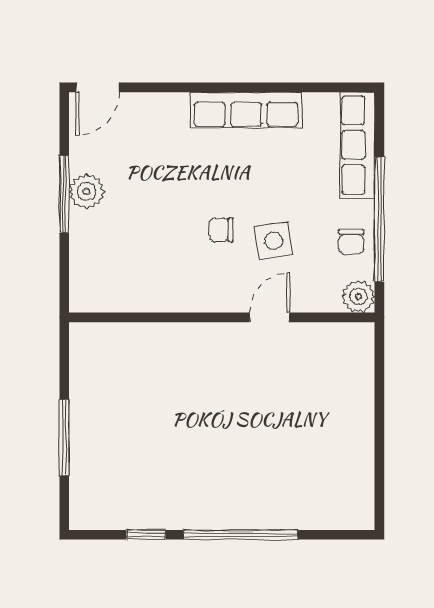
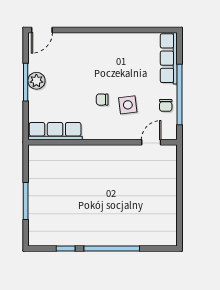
row of seats: (246, 110) -> (55, 131), moved, turned 180
plant: (358, 296) -> (169, 132), removed
door: (270, 317) -> (151, 142), moved

